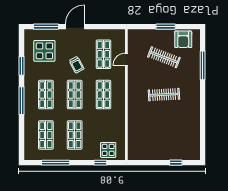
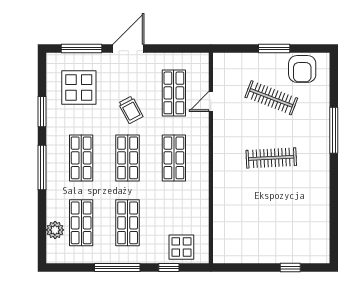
window: (203, 65) -> (334, 130), moved
plant: (30, 139) -> (55, 230), added
window: (56, 163) -> (117, 267), moved

